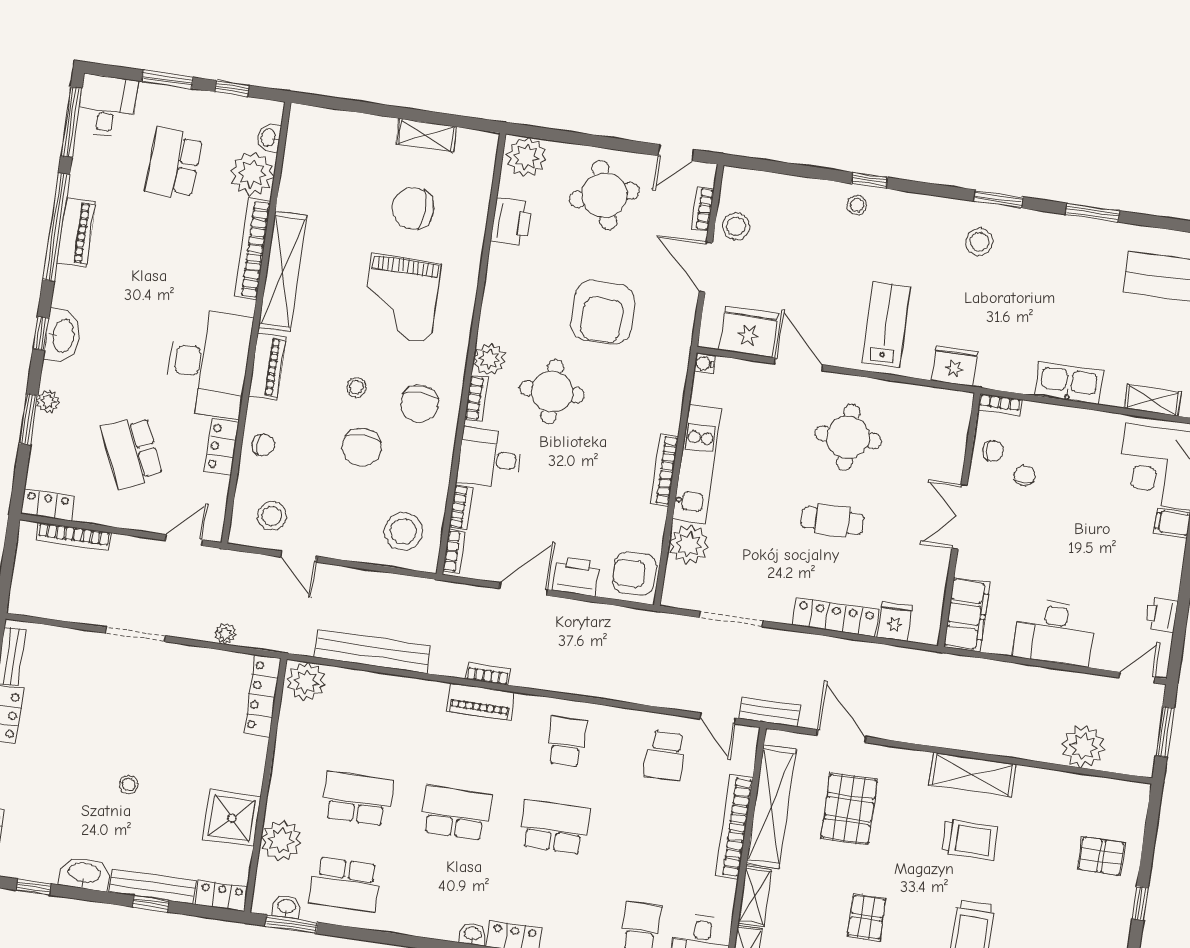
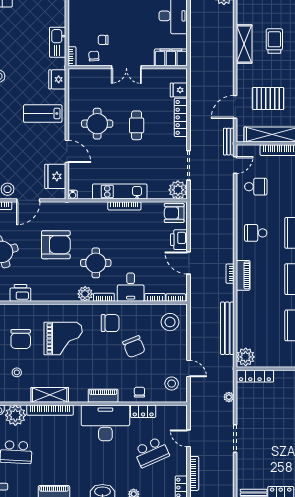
shelving: (283, 272) -> (50, 395), width x0.68
door: (798, 364) -> (67, 151), swing flipped
kitchen sink: (1069, 383) -> (58, 42), moved
stool: (356, 387) -> (17, 372), moved
chair: (362, 447) -> (134, 347), turned 68
door: (184, 540) -> (189, 438), moved
plant: (689, 545) -> (178, 190), moved
door: (299, 557) -> (189, 369), hinge flipped
armchair: (634, 574) -> (174, 213), turned 91

